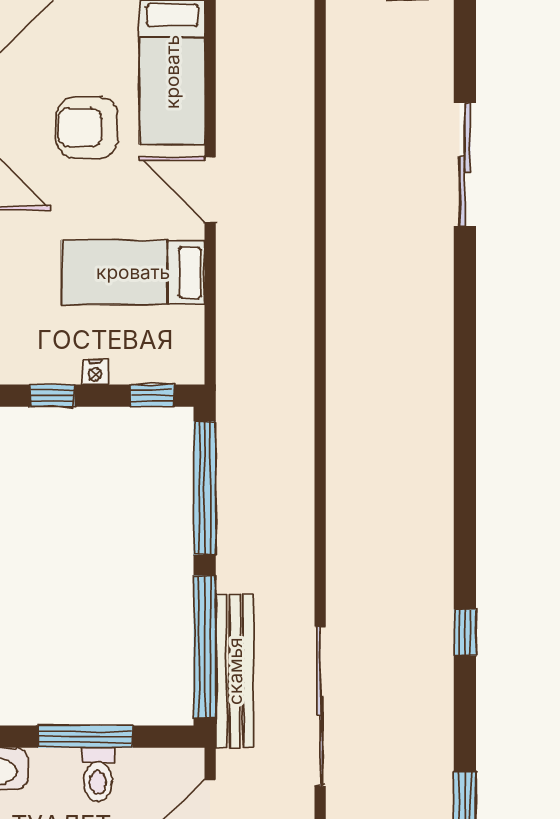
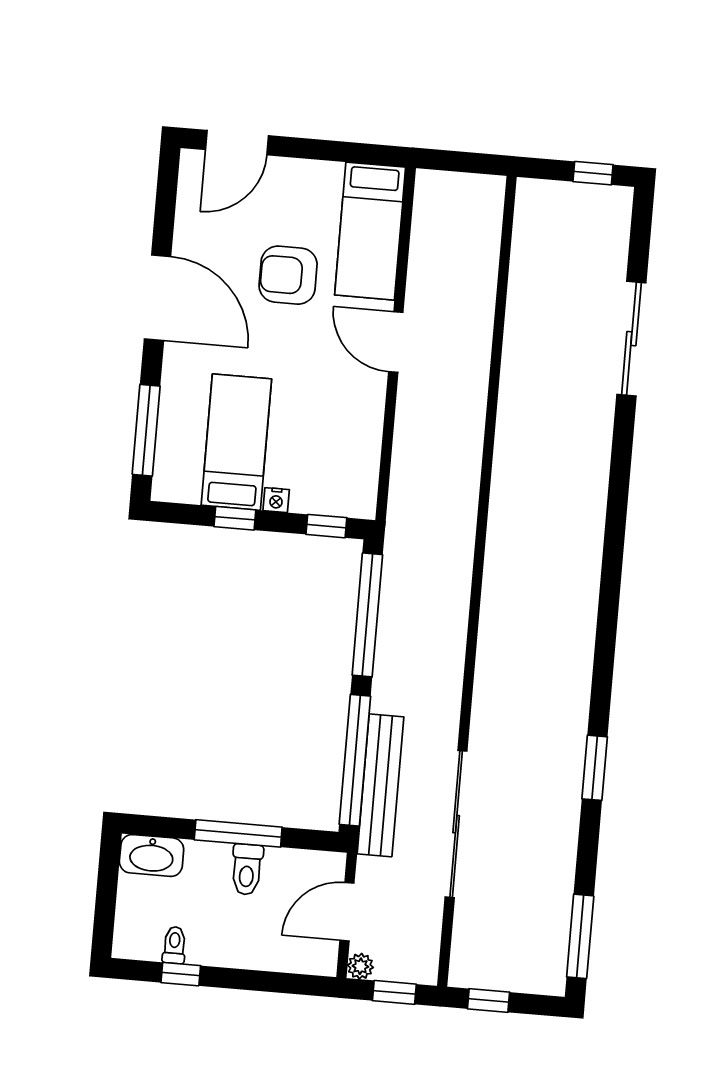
bed: (133, 272) -> (236, 442), moved, turned 90
window: (465, 632) -> (595, 768), width x1.50

